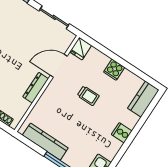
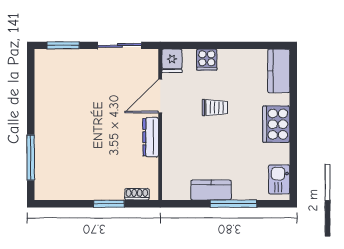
cooker: (114, 70) -> (207, 60), moved
cooker: (122, 133) -> (276, 124), width x1.87, depth x1.31
kitchen counter: (45, 142) -> (211, 190), width x0.67

